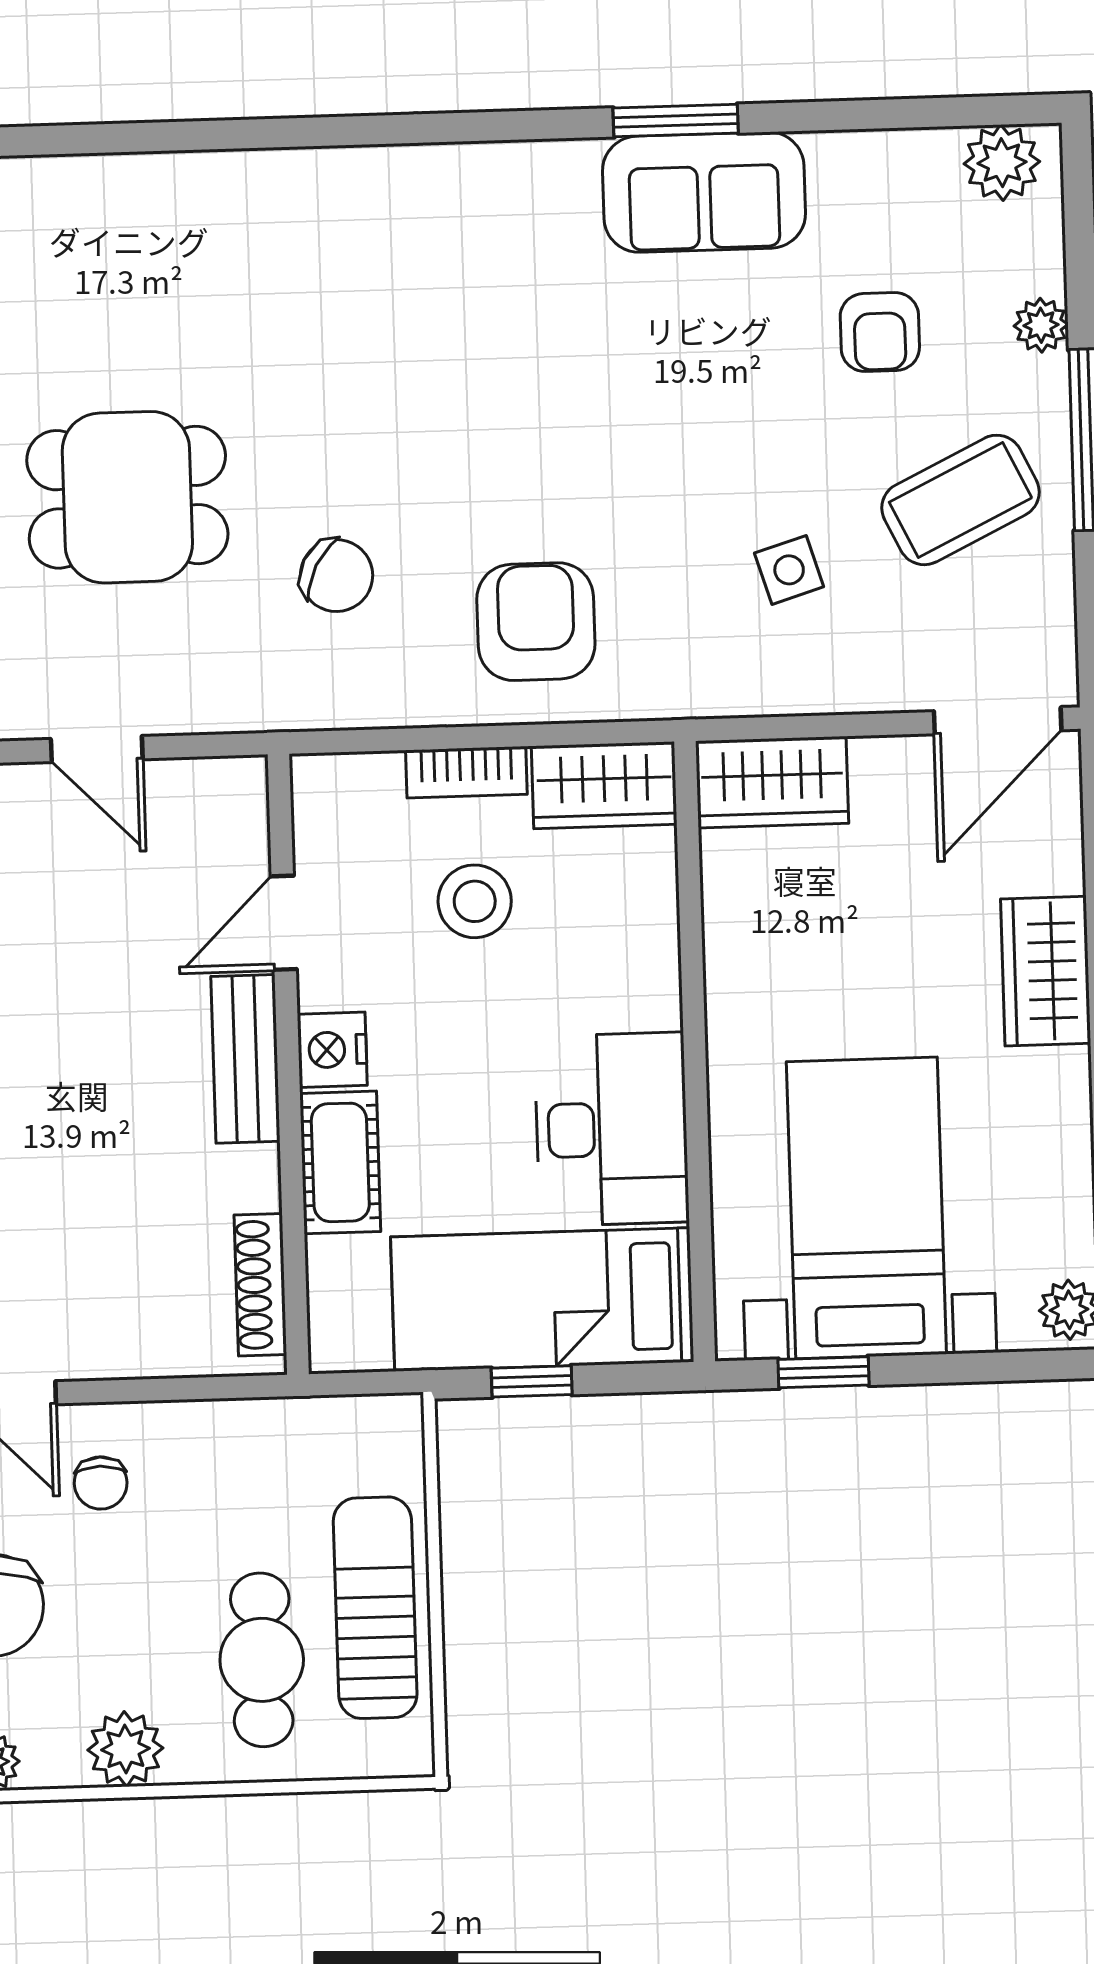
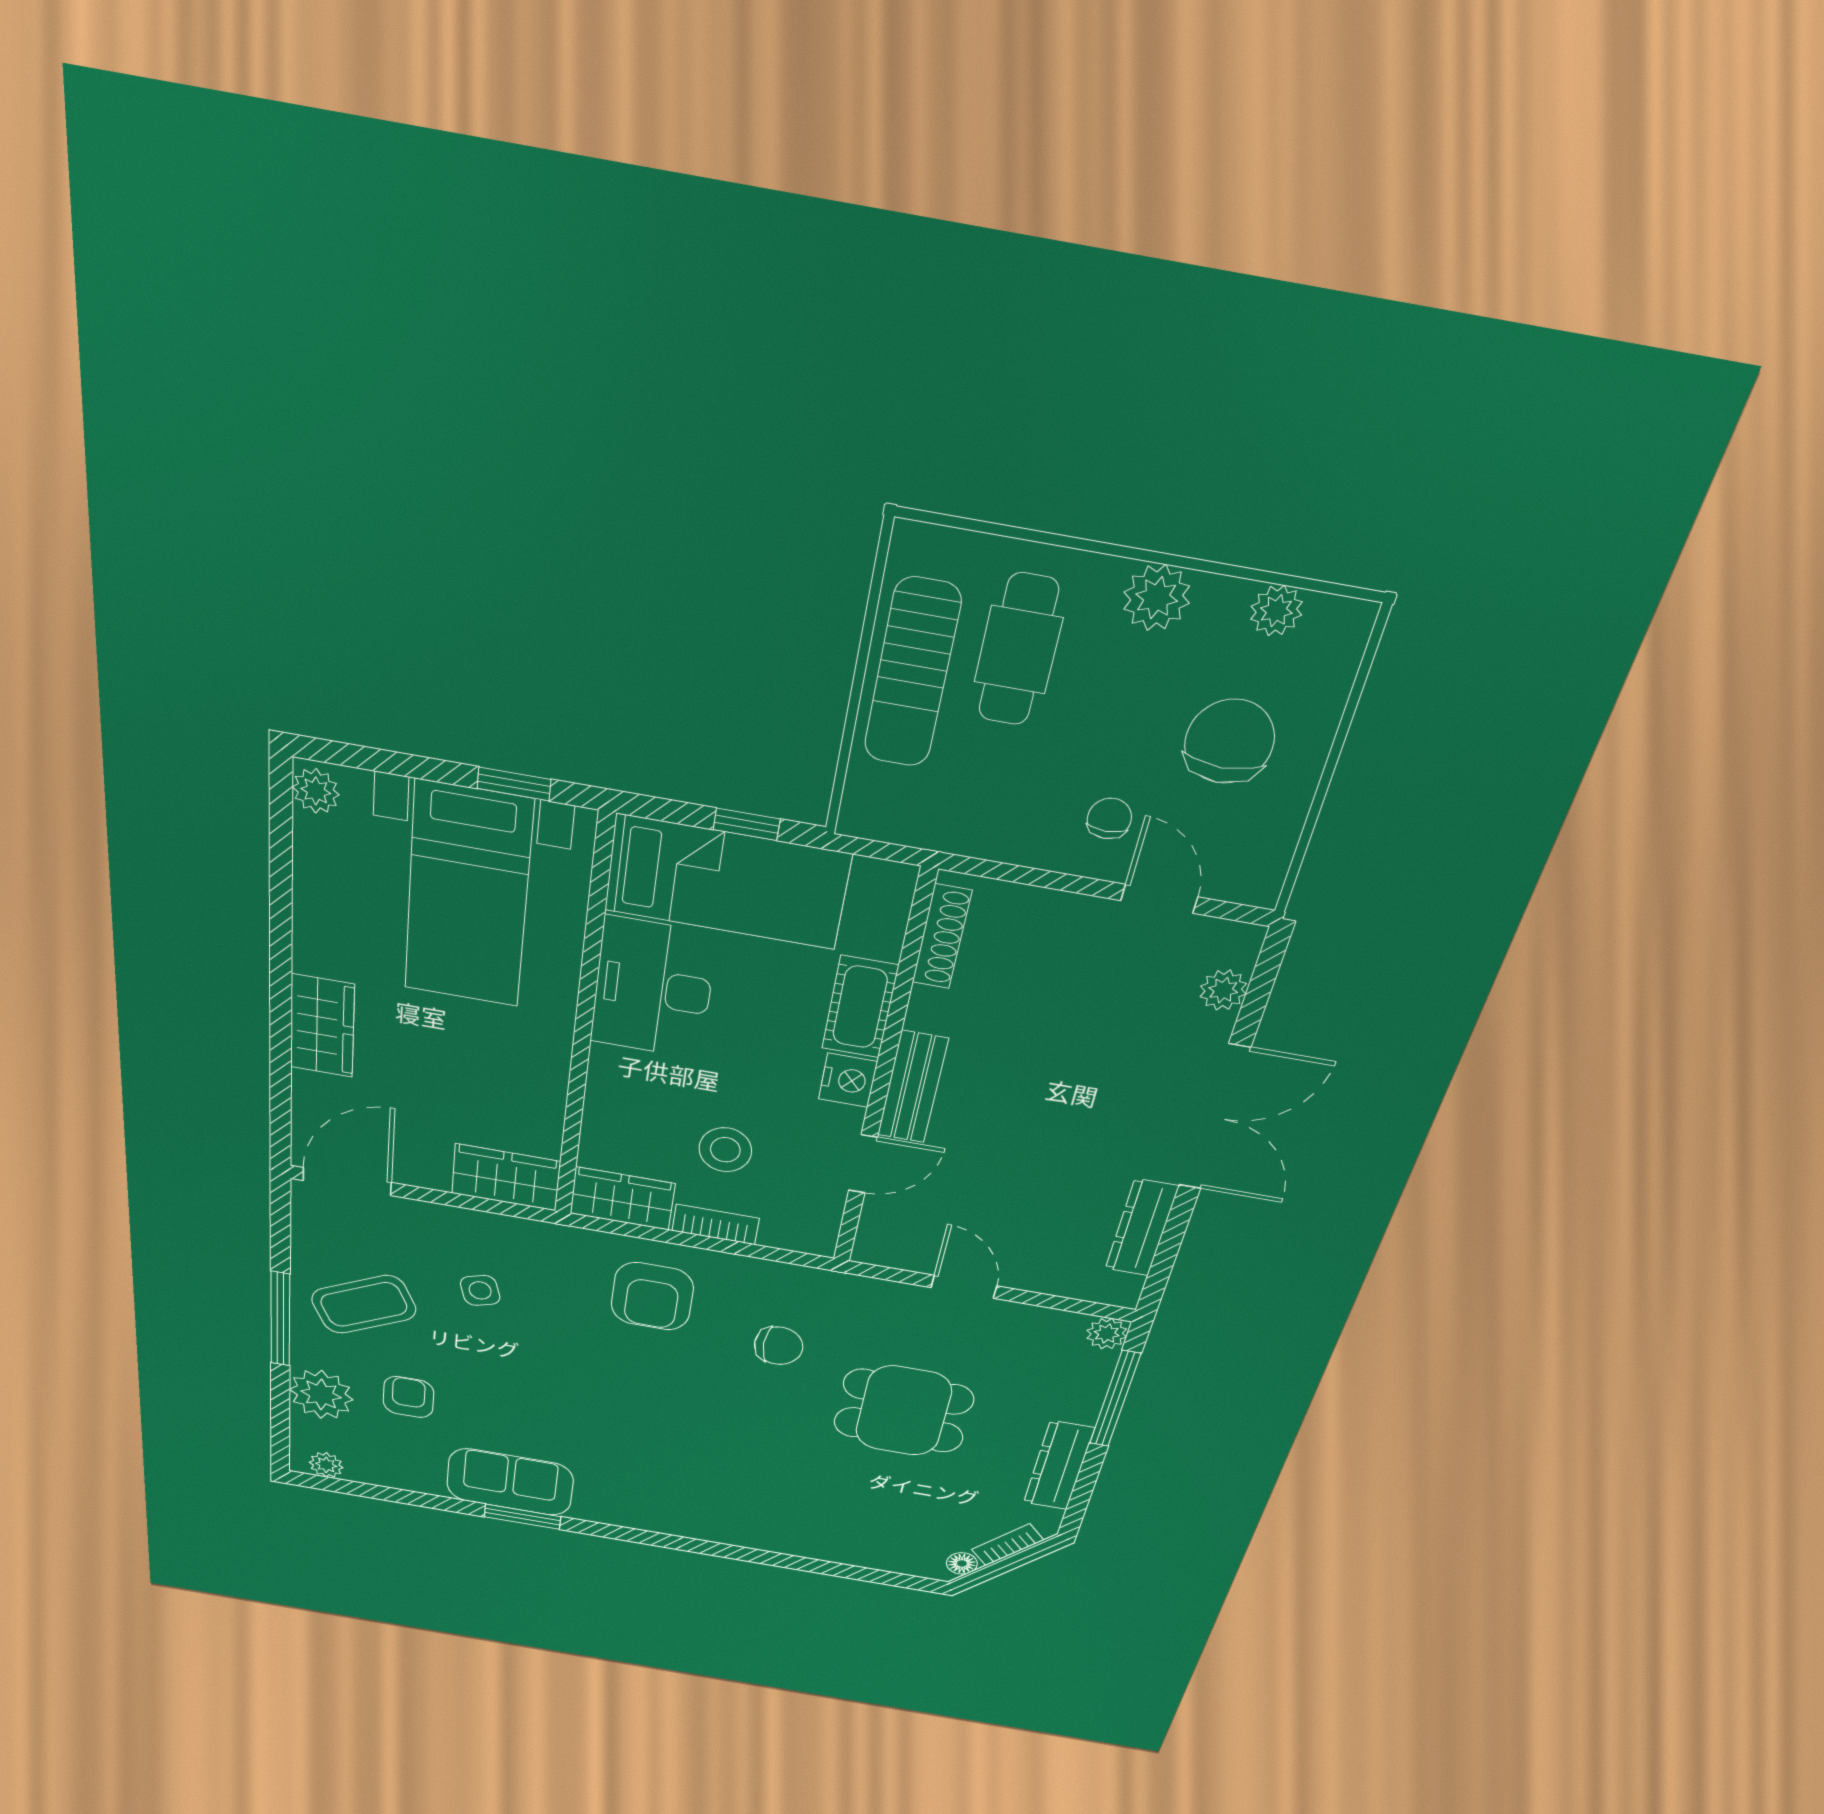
plant: (1002, 163) -> (326, 1465), width x0.73, depth x0.73
plant: (1041, 325) -> (321, 1394), width x1.88, depth x1.88
chair: (337, 576) -> (779, 1346), turned 152

